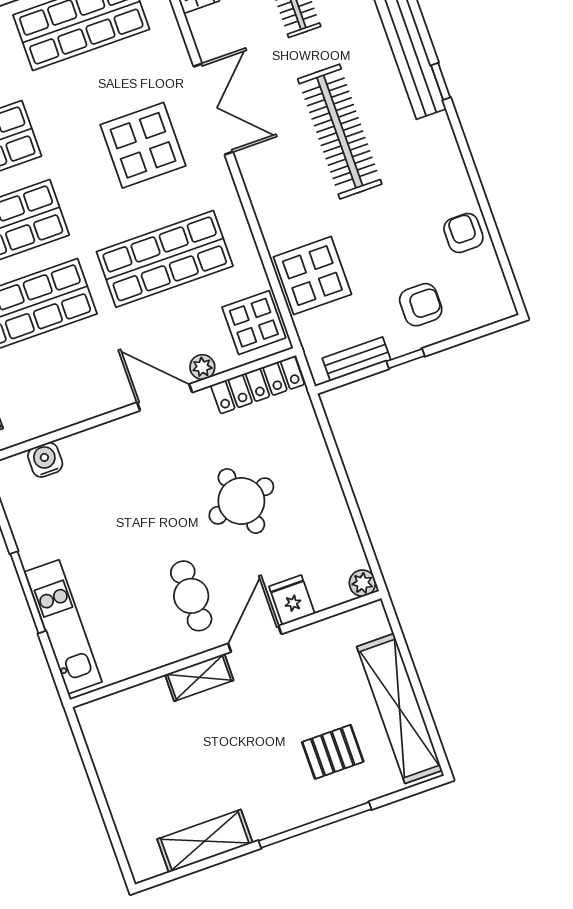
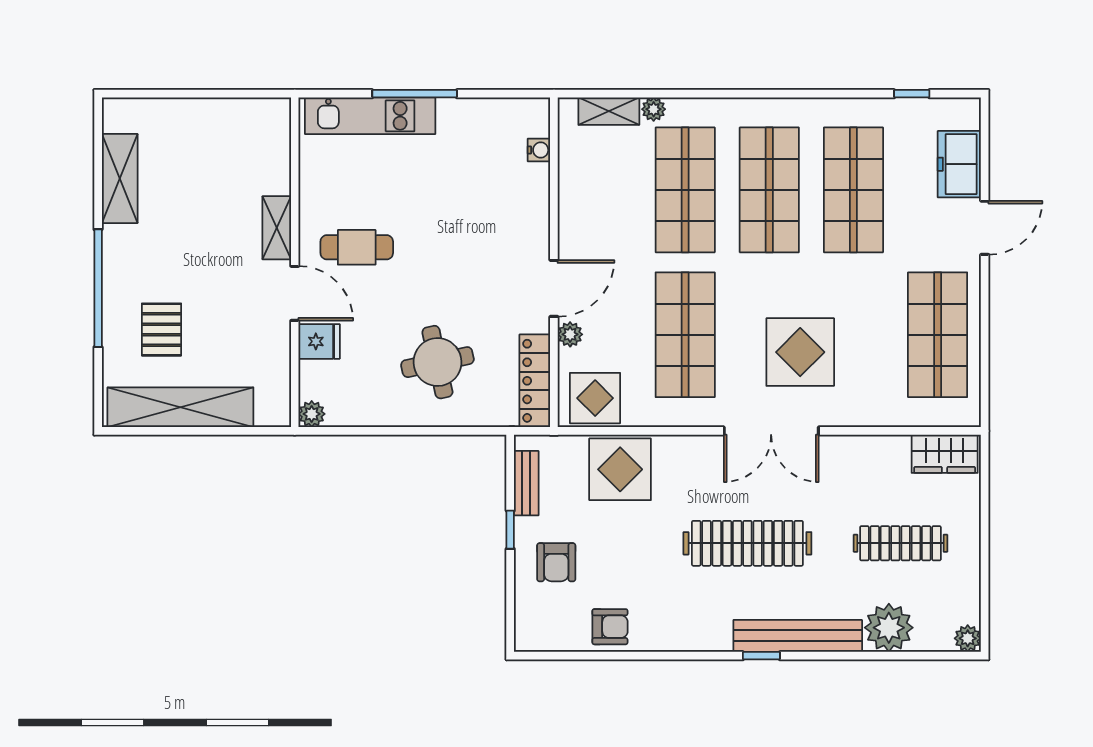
double door: (213, 109) -> (771, 431), moved
water cooler: (45, 460) -> (539, 150), width x0.72, depth x0.72
round table: (241, 501) -> (437, 362), moved

